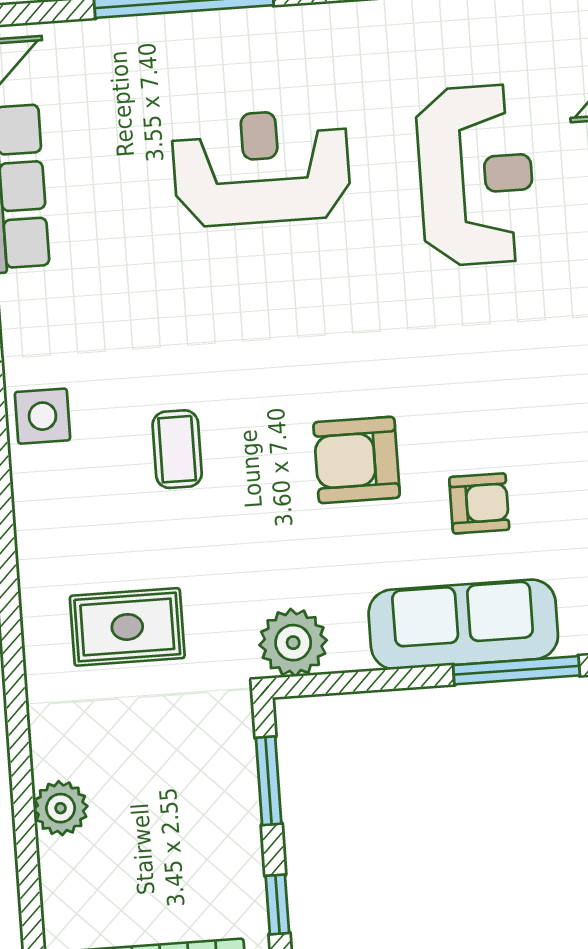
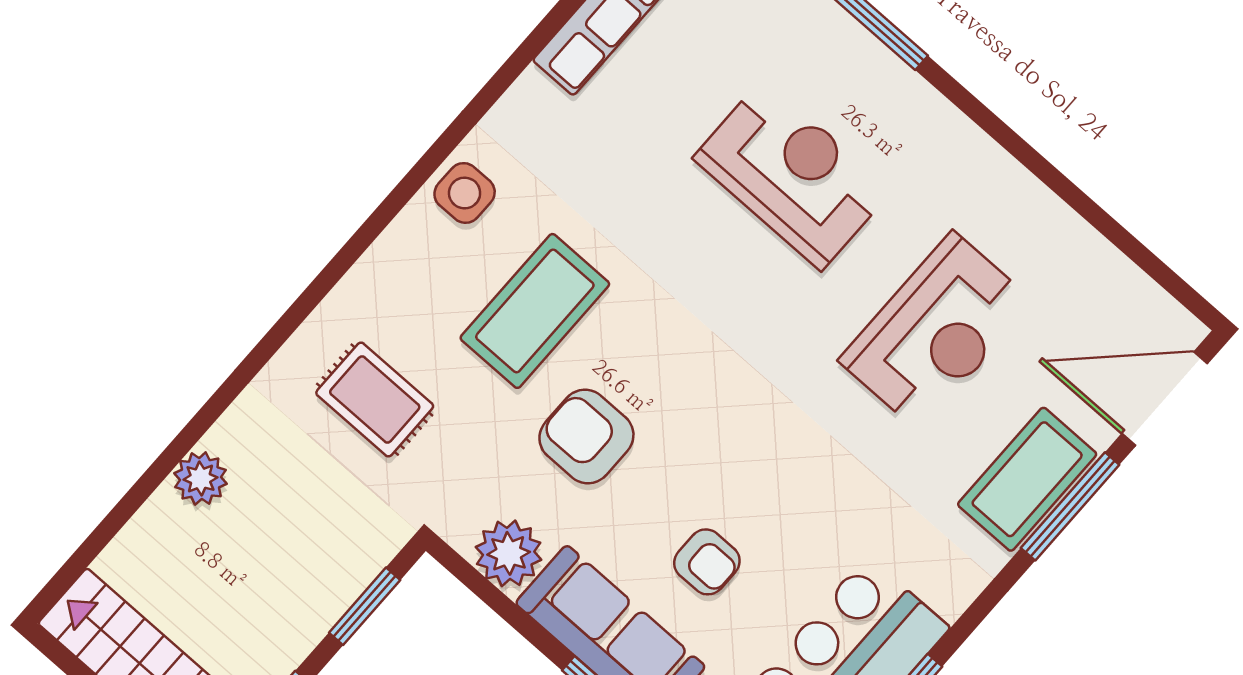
coffee table: (177, 449) -> (535, 311), width x1.86, depth x1.72
armchair: (357, 460) -> (586, 436), moved
plant: (293, 643) -> (509, 553), moved

